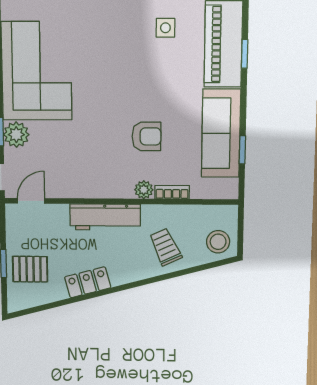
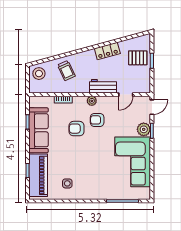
armchair: (106, 153) -> (97, 120), added
plant: (144, 190) -> (92, 101), moved
door: (31, 201) -> (126, 95), moved
workbench: (105, 217) -> (103, 86), width x0.73

